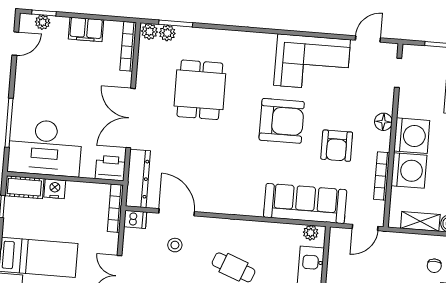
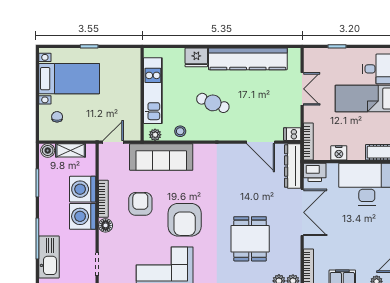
armchair: (282, 121) -> (185, 220), turned -90
bookcase: (382, 176) -> (103, 199), moved
nightstand: (55, 189) -> (339, 153), moved
stool: (175, 245) -> (180, 131), moved

